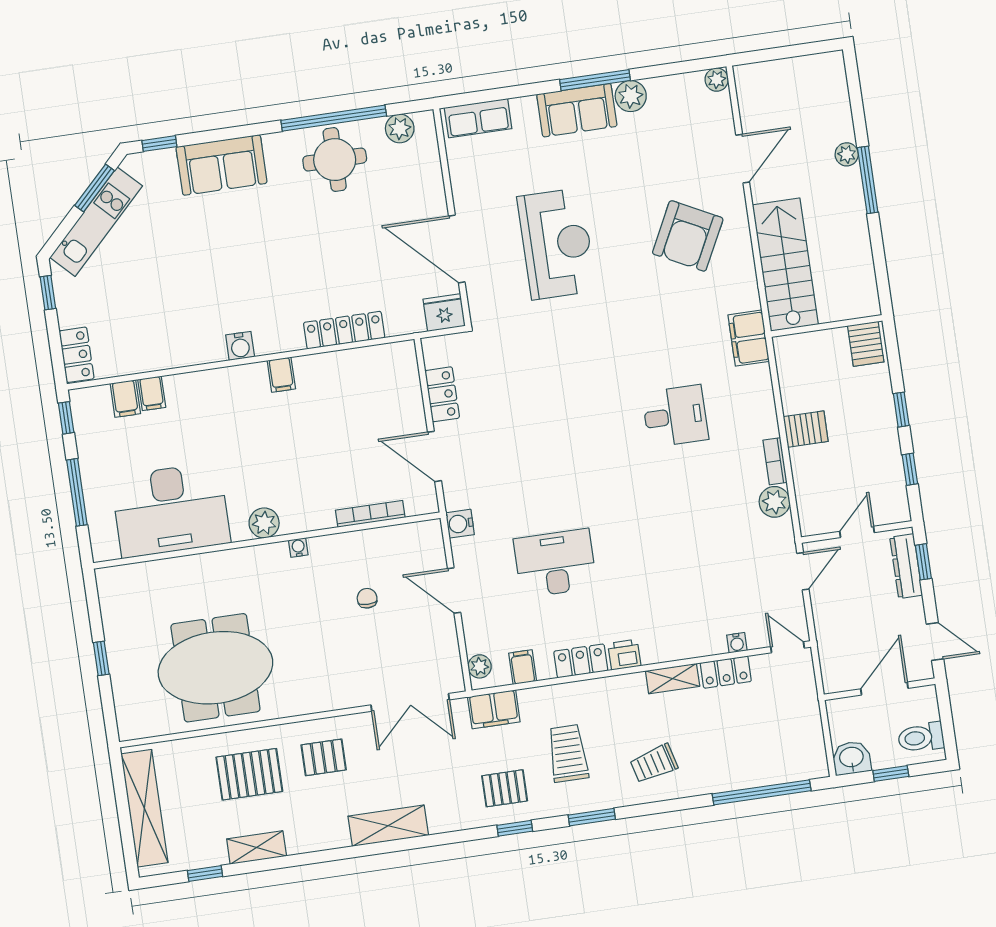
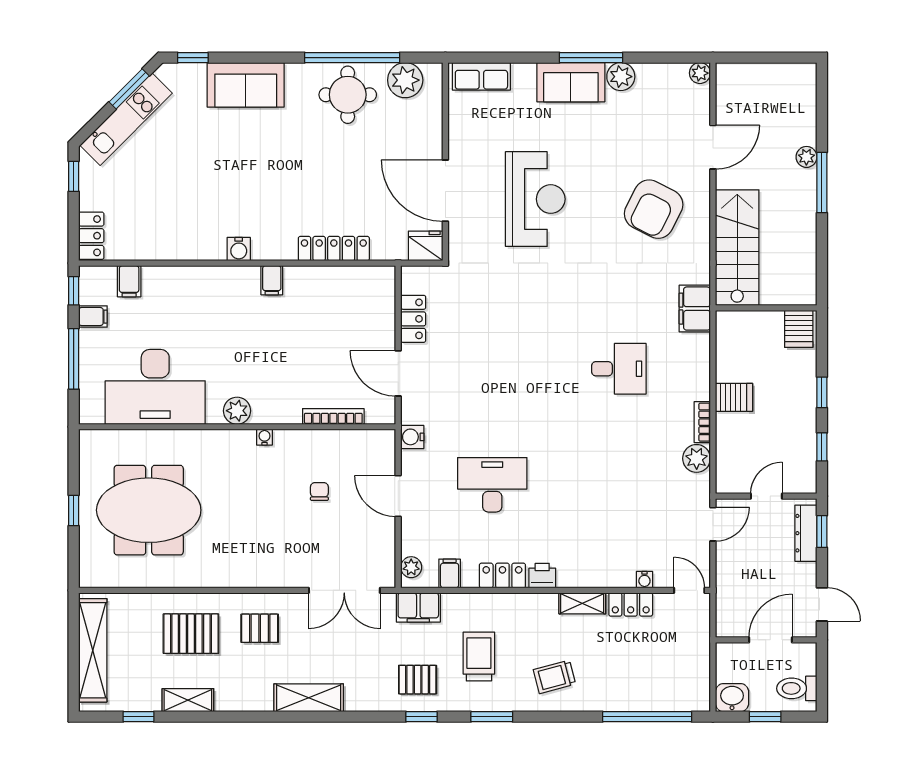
plant: (400, 129) -> (405, 80), width x1.36, depth x1.36
filing cabinet: (152, 393) -> (93, 317), moved, turned -90
meeting table: (215, 668) -> (149, 510), moved

